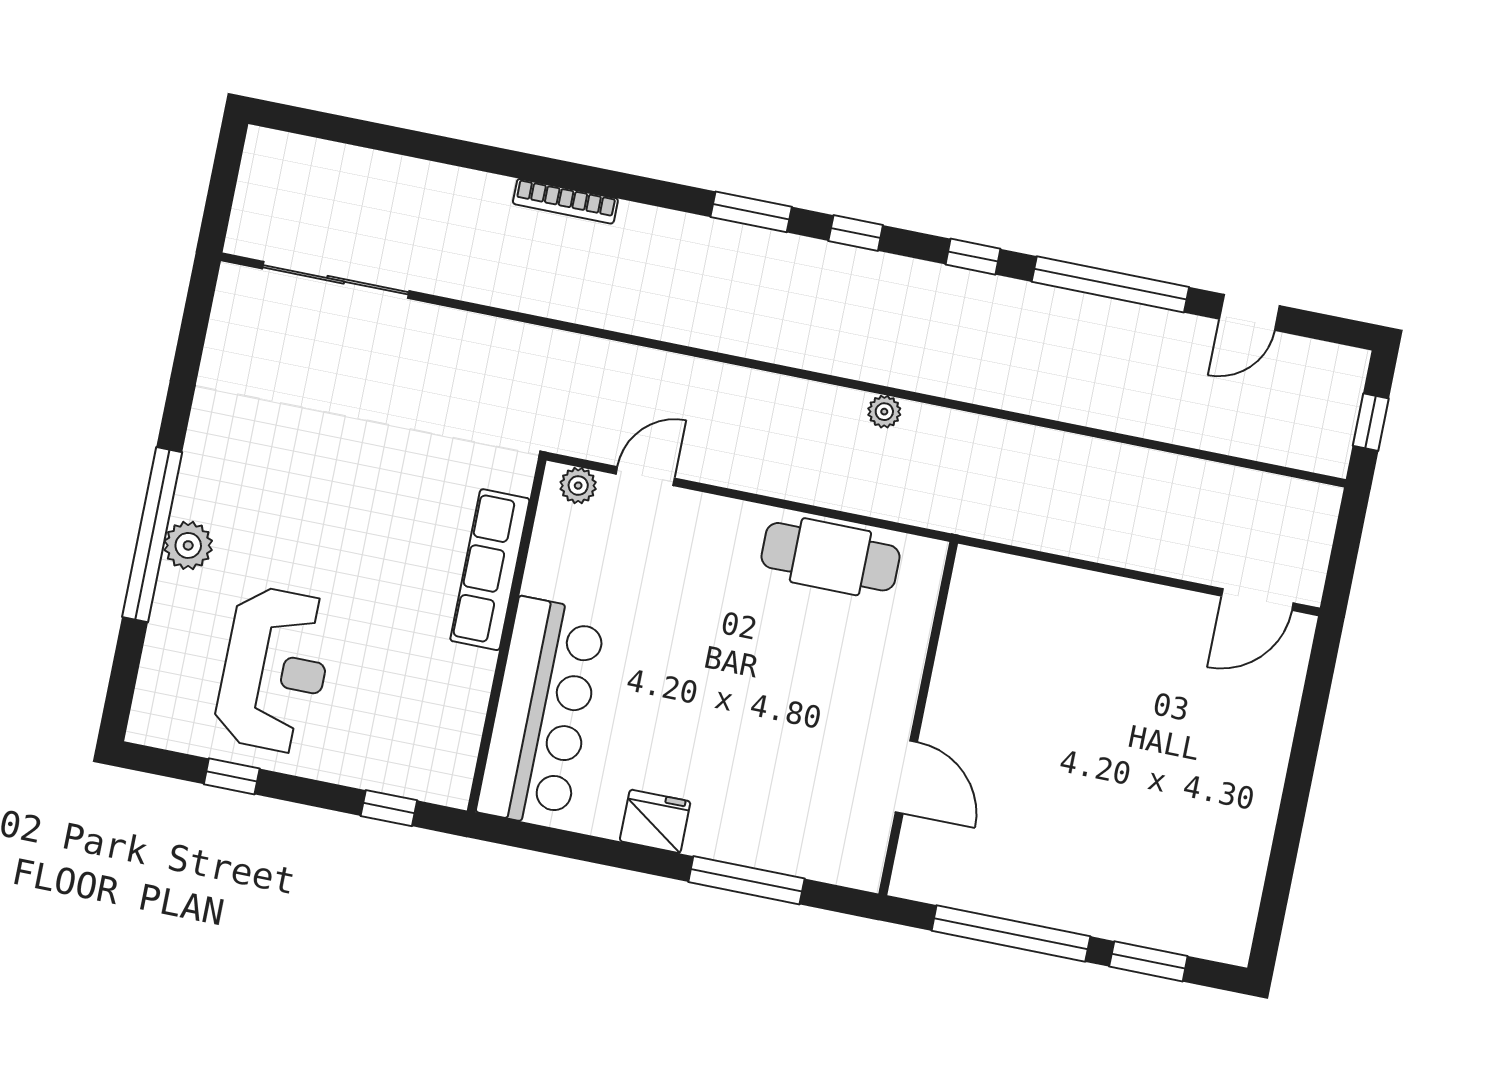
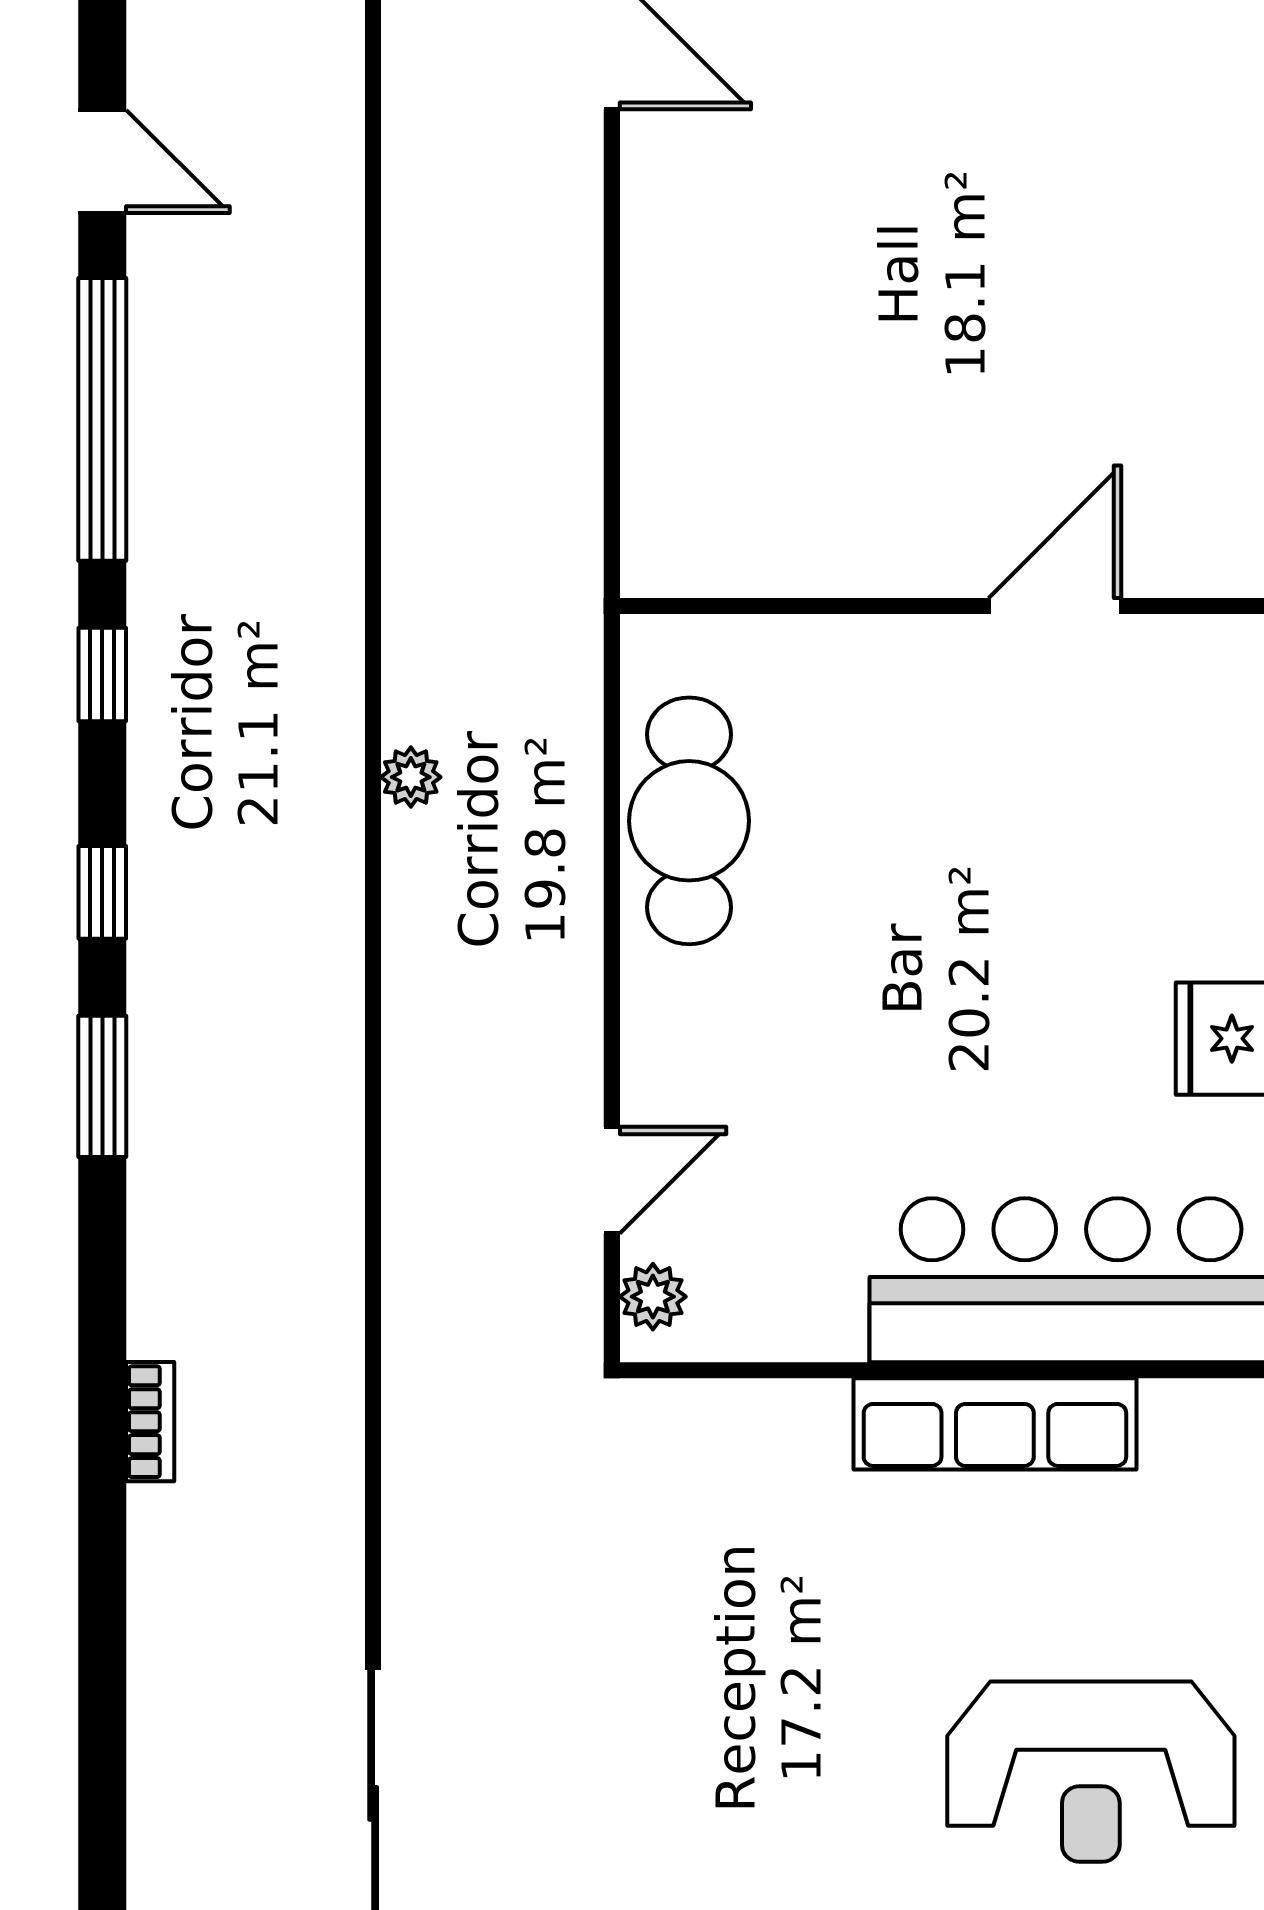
bookcase: (565, 201) -> (150, 1422), width x0.64
door: (645, 476) -> (612, 1180), swing flipped
row of seats: (490, 570) -> (995, 1424), moved
reception desk: (275, 670) -> (1091, 1772), turned 180

